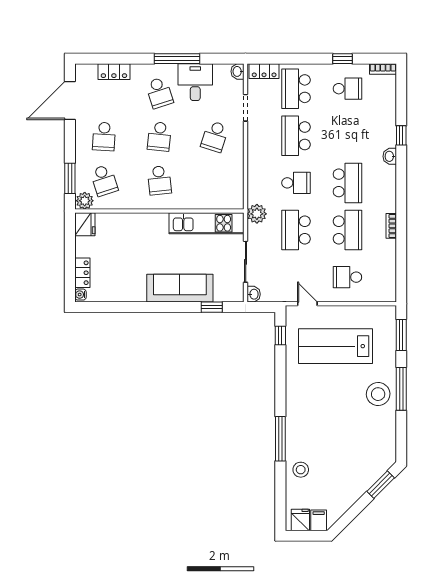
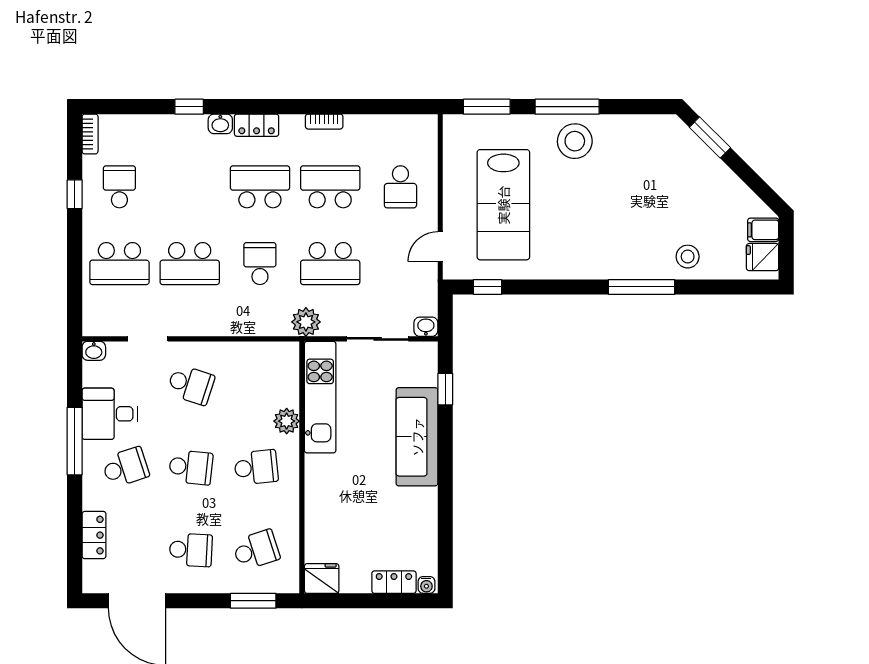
locker: (264, 71) -> (257, 125), moved, turned 90
plant: (85, 201) -> (287, 421), moved

